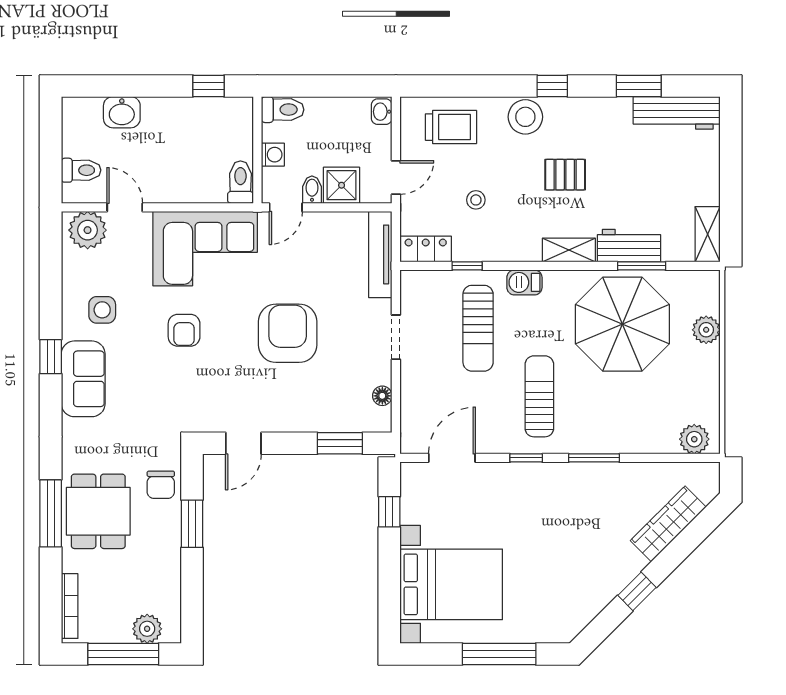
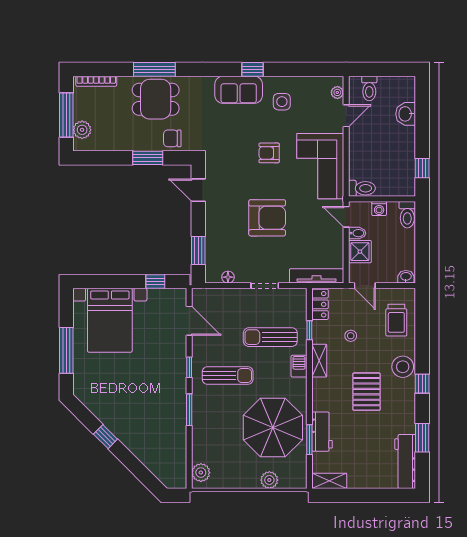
pallet: (565, 175) -> (366, 392), width x1.50, depth x1.42
plant: (88, 230) -> (337, 92), width x0.53, depth x0.53
shelving: (569, 250) -> (319, 361), moved
wardrobe: (668, 524) -> (148, 456), removed

